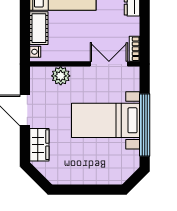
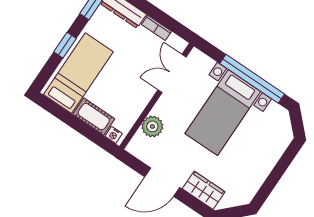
bookcase: (135, 49) -> (157, 28), moved

